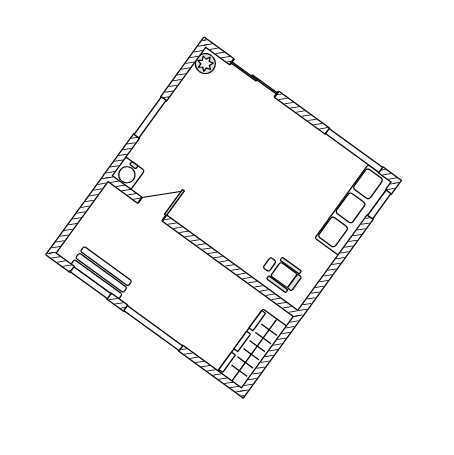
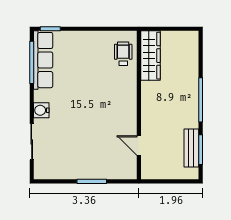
plant: (205, 64) -> (43, 173), removed
water cooler: (128, 173) -> (41, 110), moved, turned 180
row of seats: (353, 210) -> (43, 60), moved, turned -90
wardrobe: (252, 349) -> (150, 56), moved, turned -90

